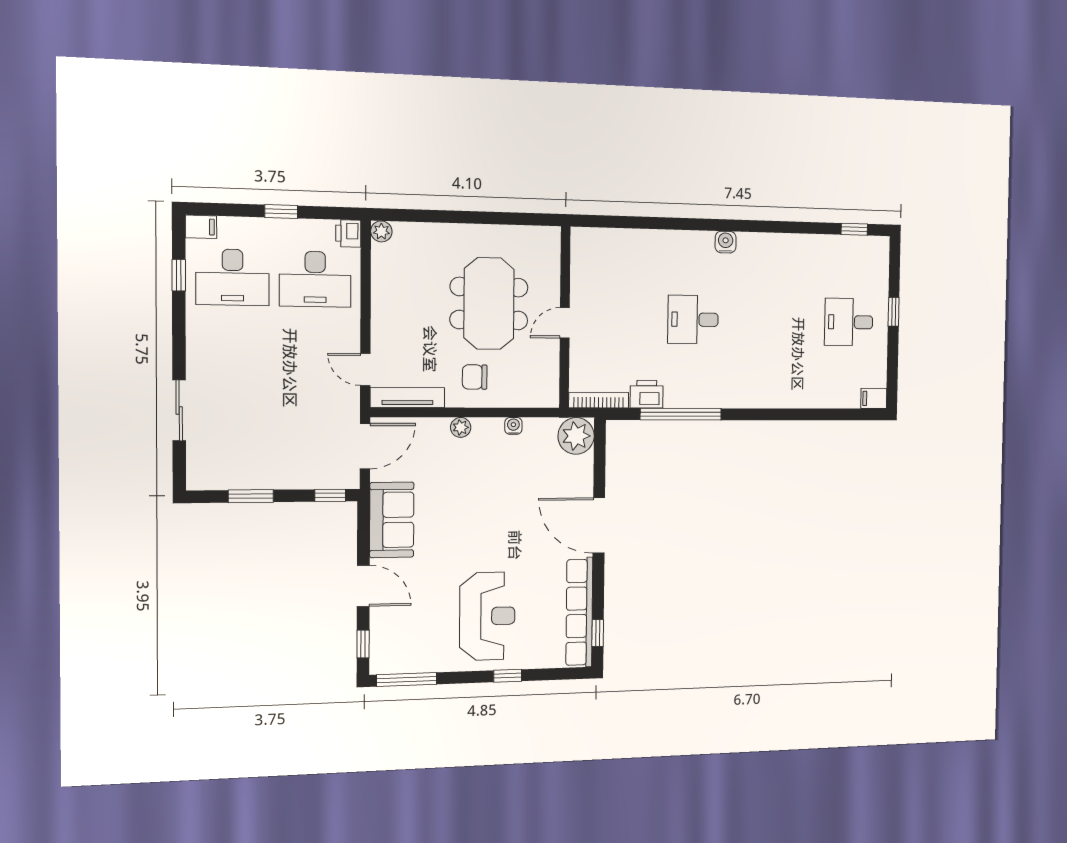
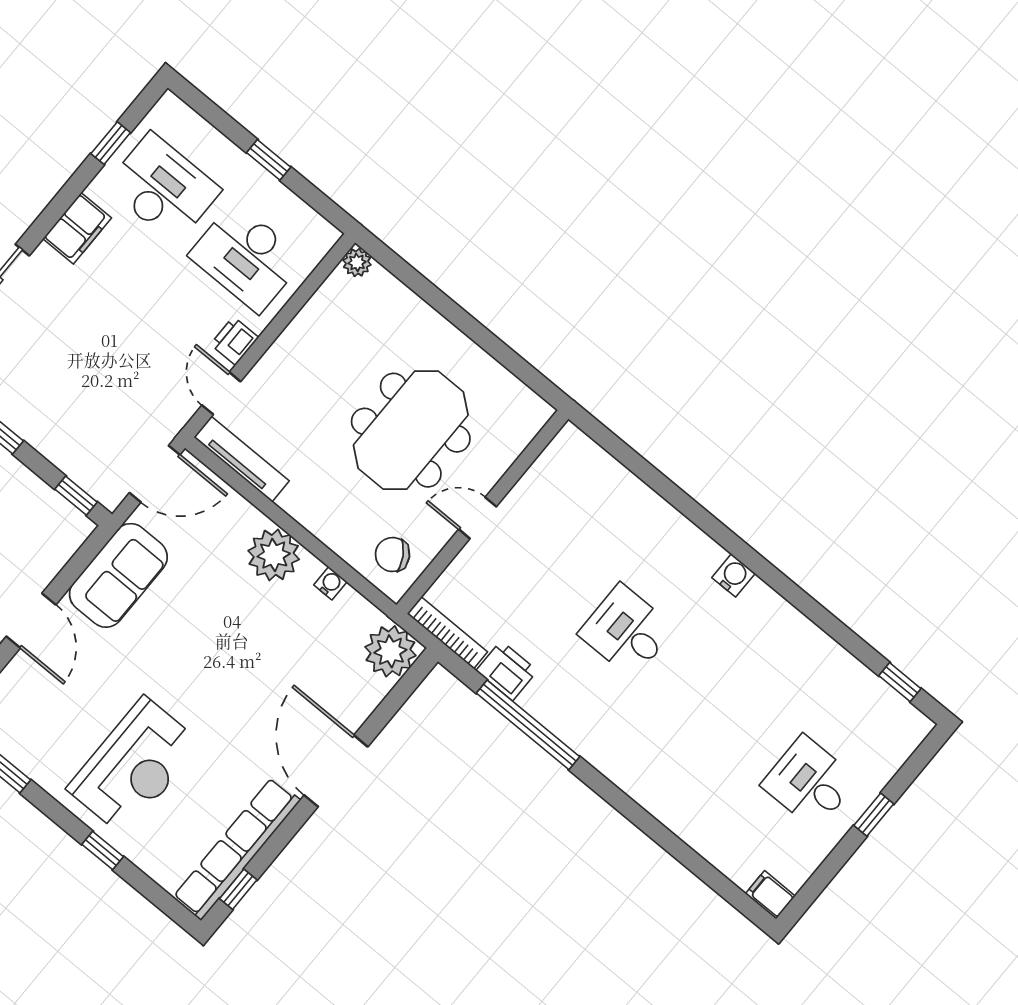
filing cabinet: (201, 227) -> (77, 228), moved, width x2.00
printer: (348, 233) -> (234, 341), moved
desk: (233, 277) -> (163, 188), turned 180
chair: (475, 377) -> (392, 555), moved, turned -32
plant: (461, 427) -> (274, 555), width x1.88, depth x1.88

